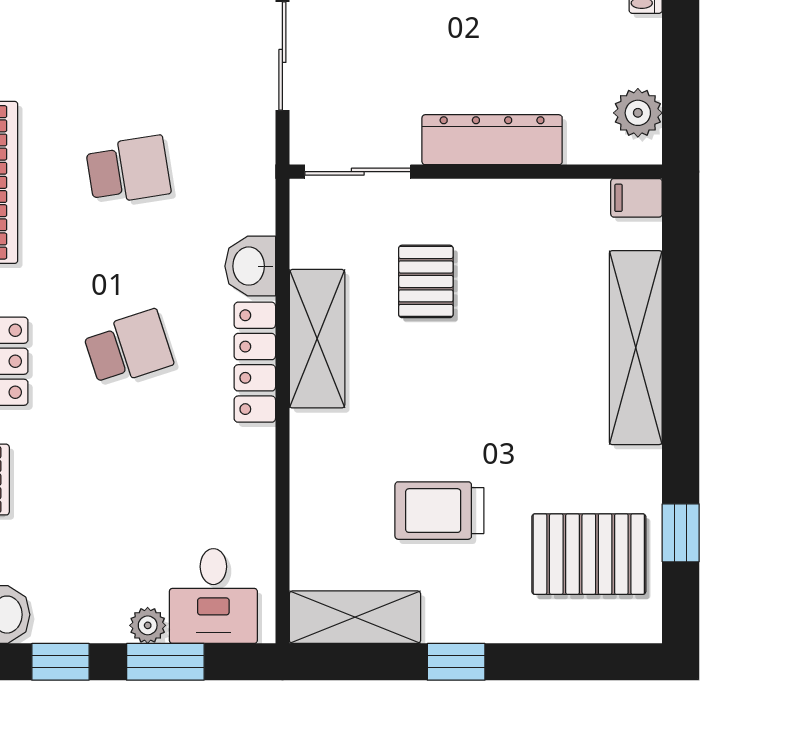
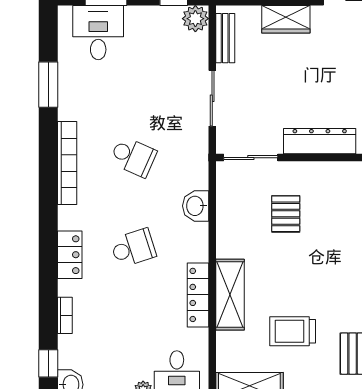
school desk: (128, 170) -> (133, 157), turned 33
shelving: (317, 339) -> (230, 295), moved
locker: (255, 362) -> (198, 295), moved

